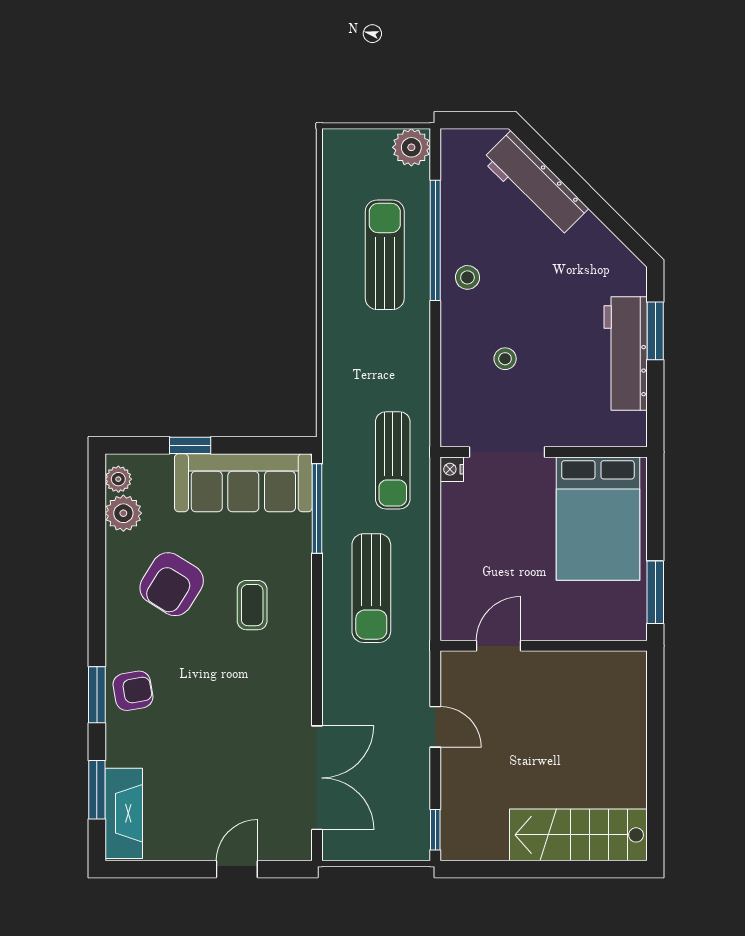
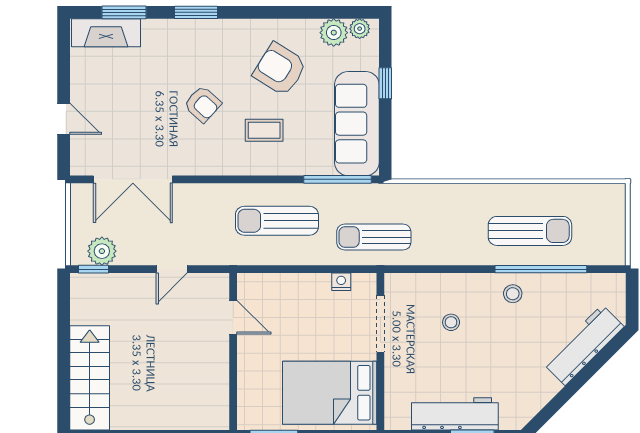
plant: (411, 147) -> (102, 251), moved
nightstand: (452, 469) -> (341, 282), moved
armchair: (133, 691) -> (203, 104), moved, turned -38

